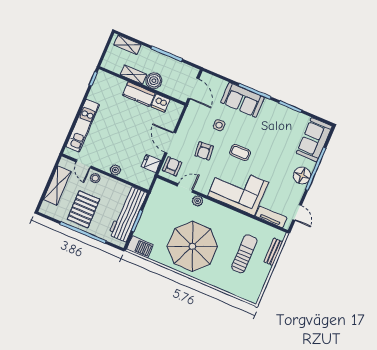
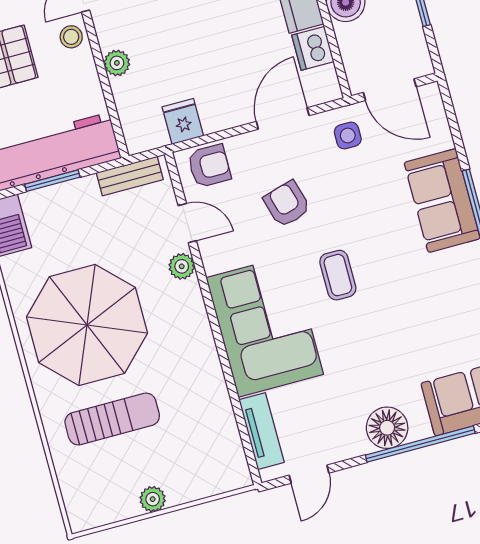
door: (193, 89) -> (390, 90), hinge flipped
side table: (219, 125) -> (348, 136), moved
door: (170, 143) -> (283, 119), moved
armchair: (204, 151) -> (287, 204), turned 79
bench: (273, 252) -> (130, 176), moved
sun lounger: (244, 254) -> (112, 419), moved
plant: (265, 269) -> (153, 499), added

